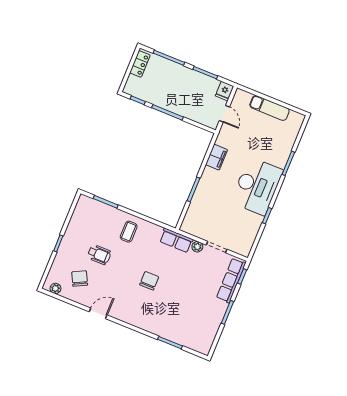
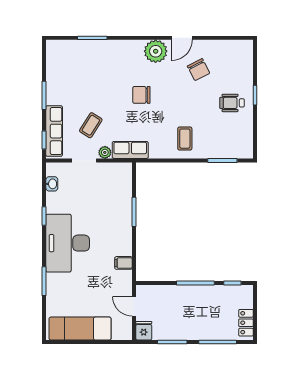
exam couch: (269, 108) -> (80, 329), width x1.36, depth x1.45
filing cabinet: (216, 157) -> (123, 263), width x0.50
washbasin: (250, 239) -> (52, 184), added
wheelchair: (99, 255) -> (232, 103), moved
coffee table: (200, 273) -> (91, 125), added
chair: (80, 279) -> (199, 70), moved
chair: (149, 281) -> (141, 95), turned 90
plant: (55, 288) -> (156, 51), moved, width x1.88, depth x1.88

